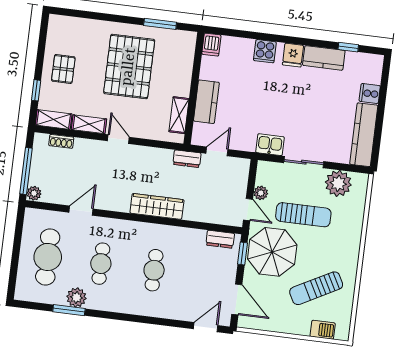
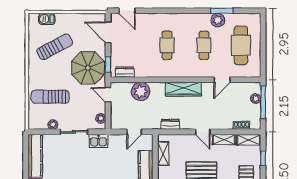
dresser: (187, 159) -> (170, 124), moved
plant: (338, 183) -> (53, 125), width x0.53, depth x0.53
plant: (34, 193) -> (256, 99), moved
plant: (261, 193) -> (101, 118), moved
wardrobe: (157, 206) -> (183, 89), moved
plant: (201, 208) -> (141, 91), added
sun lounger: (303, 215) -> (50, 97), moved
door: (206, 327) -> (127, 11), hinge flipped

